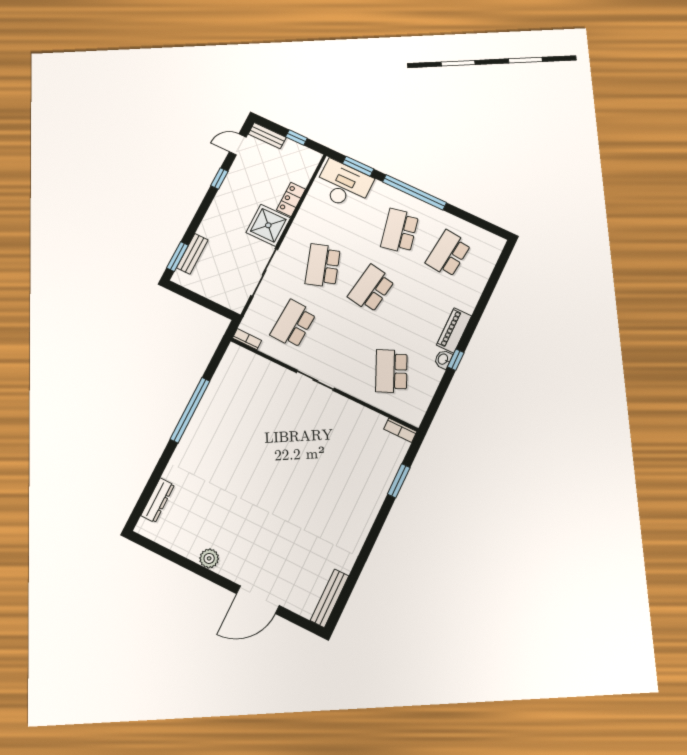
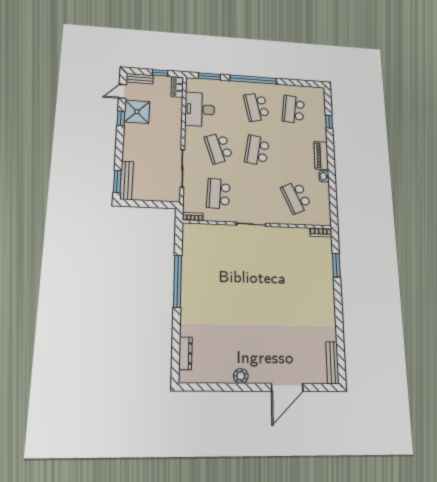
desk: (343, 185) -> (200, 109), moved, turned -90
locker: (291, 199) -> (177, 87), moved
shower: (268, 225) -> (137, 112), moved
bench: (192, 254) -> (127, 180), width x1.36
window: (456, 360) -> (329, 122), moved

